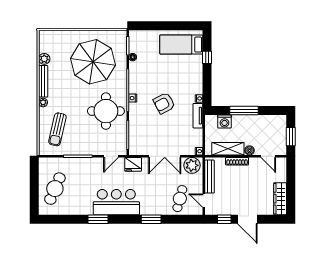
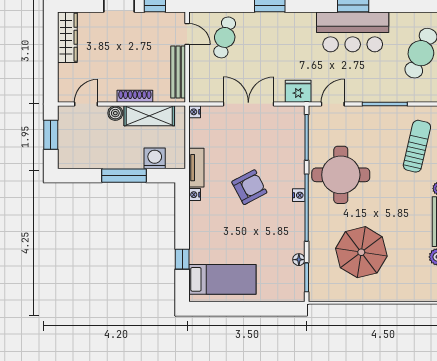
parasol: (93, 62) -> (361, 252), width x0.73, depth x0.73
door: (268, 156) -> (86, 104), hinge flipped
plant: (192, 165) -> (206, 90), removed
bar counter: (116, 202) -> (353, 32), moved

